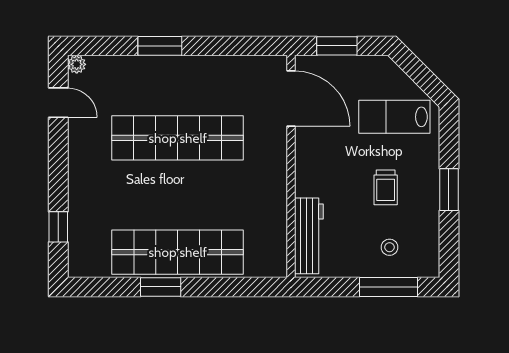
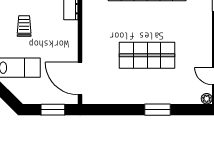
shop shelf: (178, 138) -> (147, 55), width x0.71

